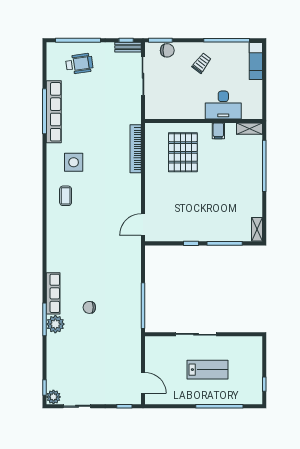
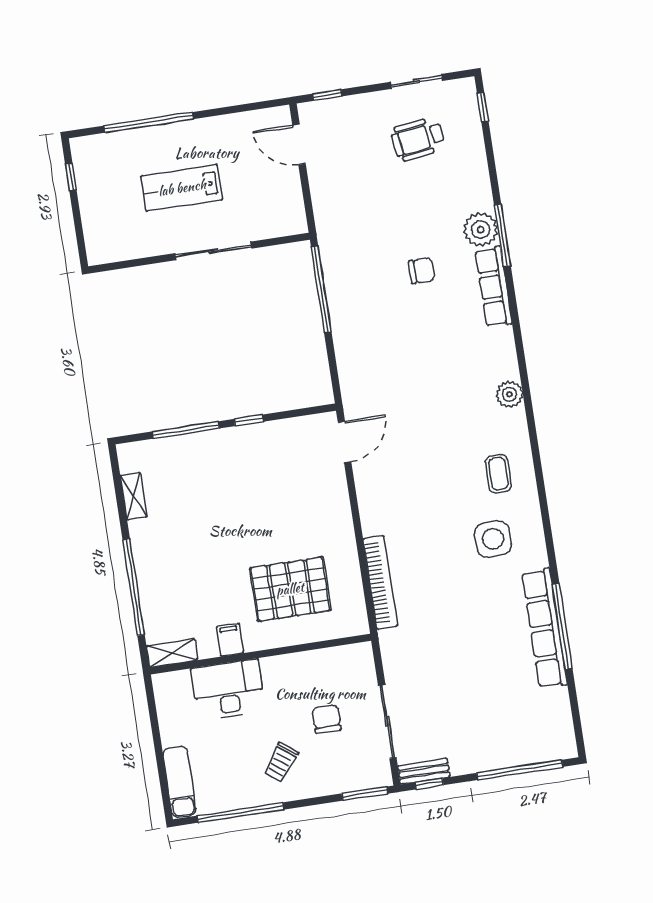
chair: (167, 50) -> (326, 719), moved, turned 90
wheelchair: (79, 64) -> (418, 139), moved
pallet: (183, 152) -> (290, 589), turned 90
shelving: (257, 229) -> (134, 496), moved
plant: (53, 397) -> (509, 394), moved

